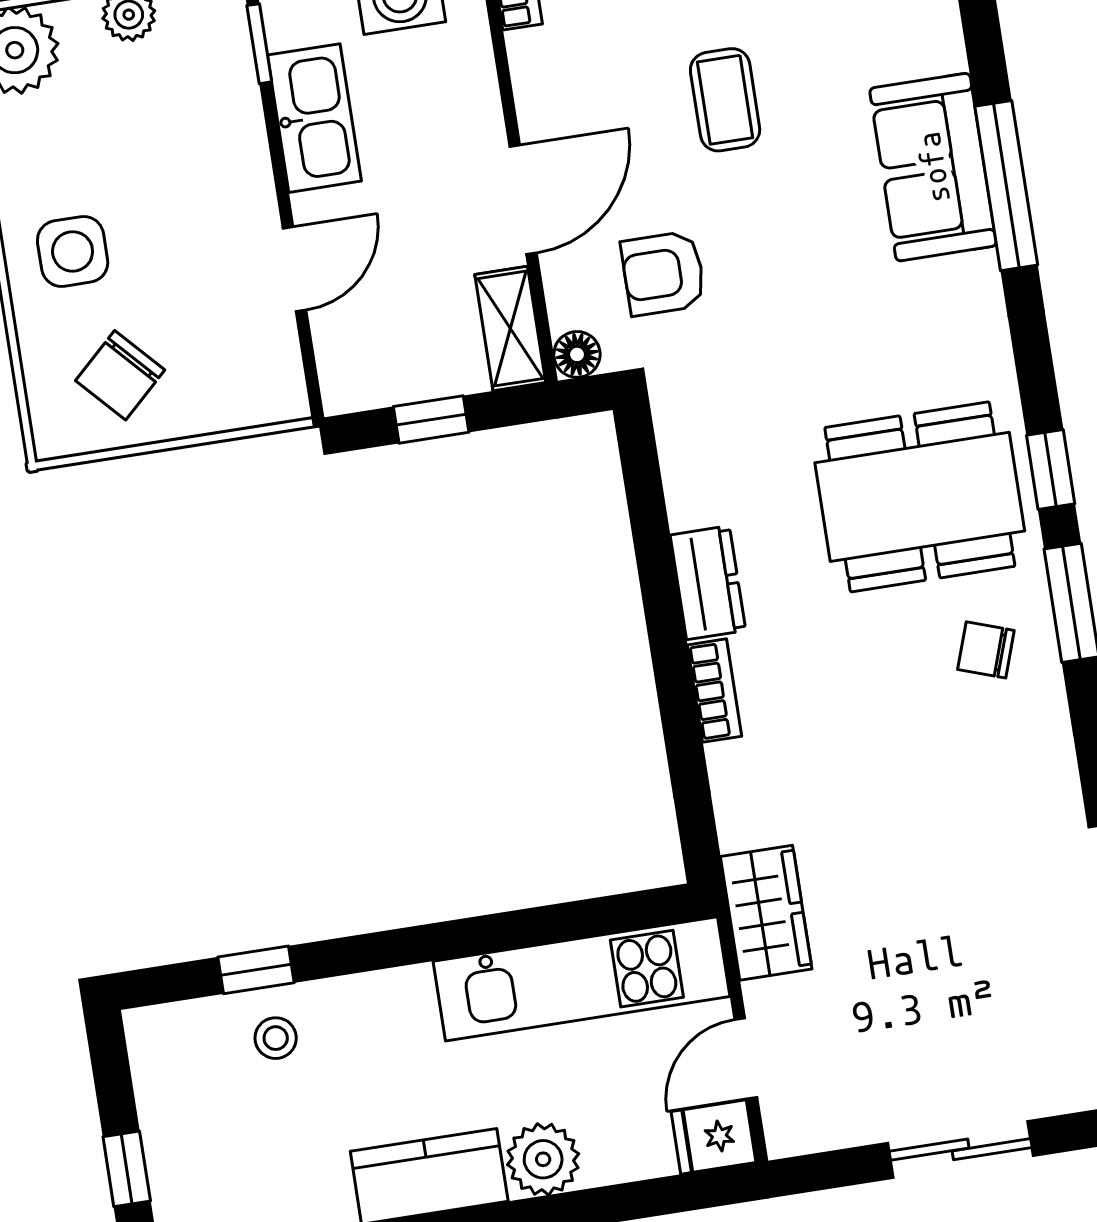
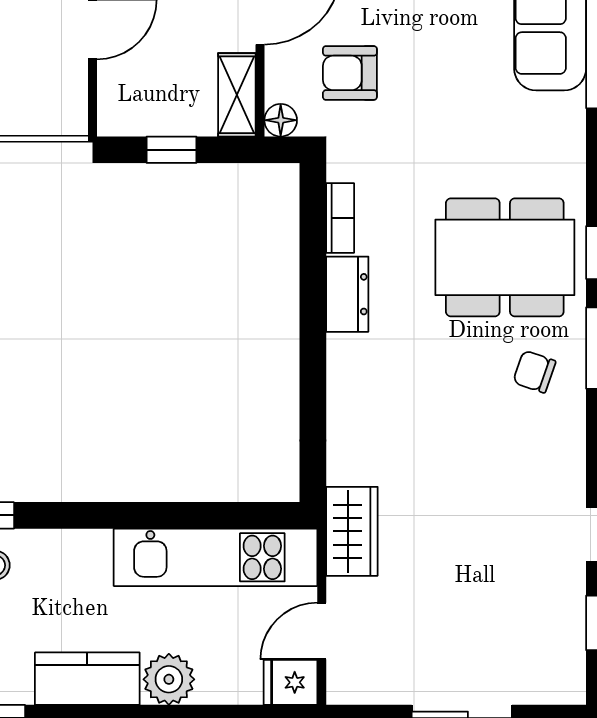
bookcase: (715, 691) -> (340, 218), moved

